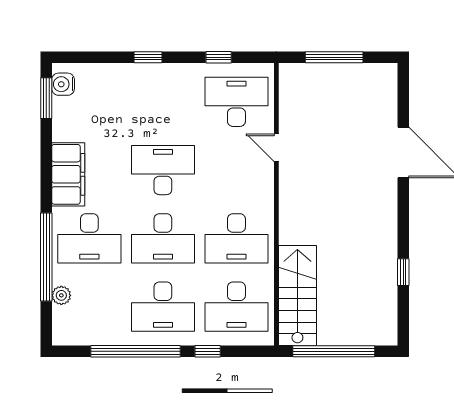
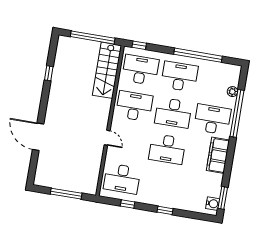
door: (276, 148) -> (107, 138), moved
desk: (163, 238) -> (173, 113), turned 180
window: (208, 351) -> (139, 45), moved

